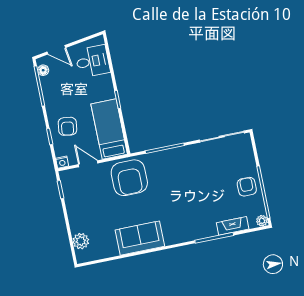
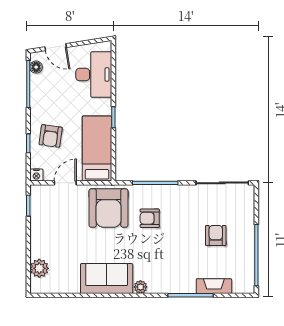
desk: (93, 61) -> (94, 75), width x1.37
door: (88, 164) -> (65, 183), hinge flipped
armchair: (166, 179) -> (150, 218), added
armchair: (247, 187) -> (216, 235), moved
plant: (262, 221) -> (140, 287), moved

